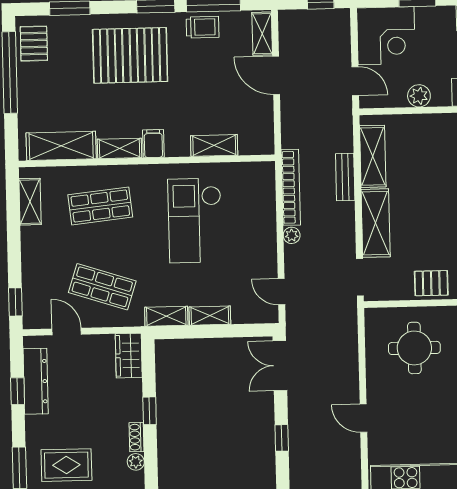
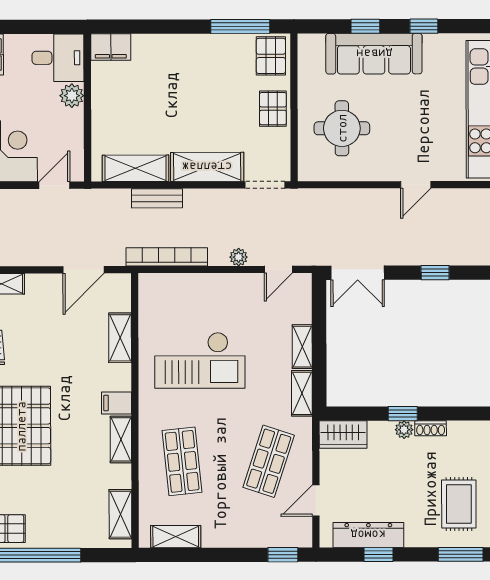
door: (276, 75) -> (83, 270), moved
plant: (419, 96) -> (72, 96), moved
shelving: (61, 146) -> (120, 514), width x0.67, depth x0.75
plant: (292, 235) -> (239, 257), moved
plant: (136, 462) -> (404, 430), moved

